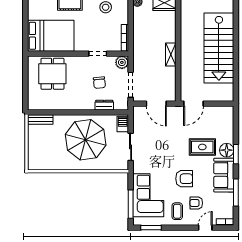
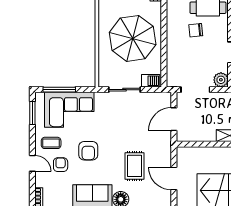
chair: (99, 83) -> (196, 30), moved
door: (194, 104) -> (174, 179), moved
dresser: (104, 105) -> (172, 60), removed
rug: (202, 147) -> (134, 166), moved
door: (205, 228) -> (32, 163), moved

